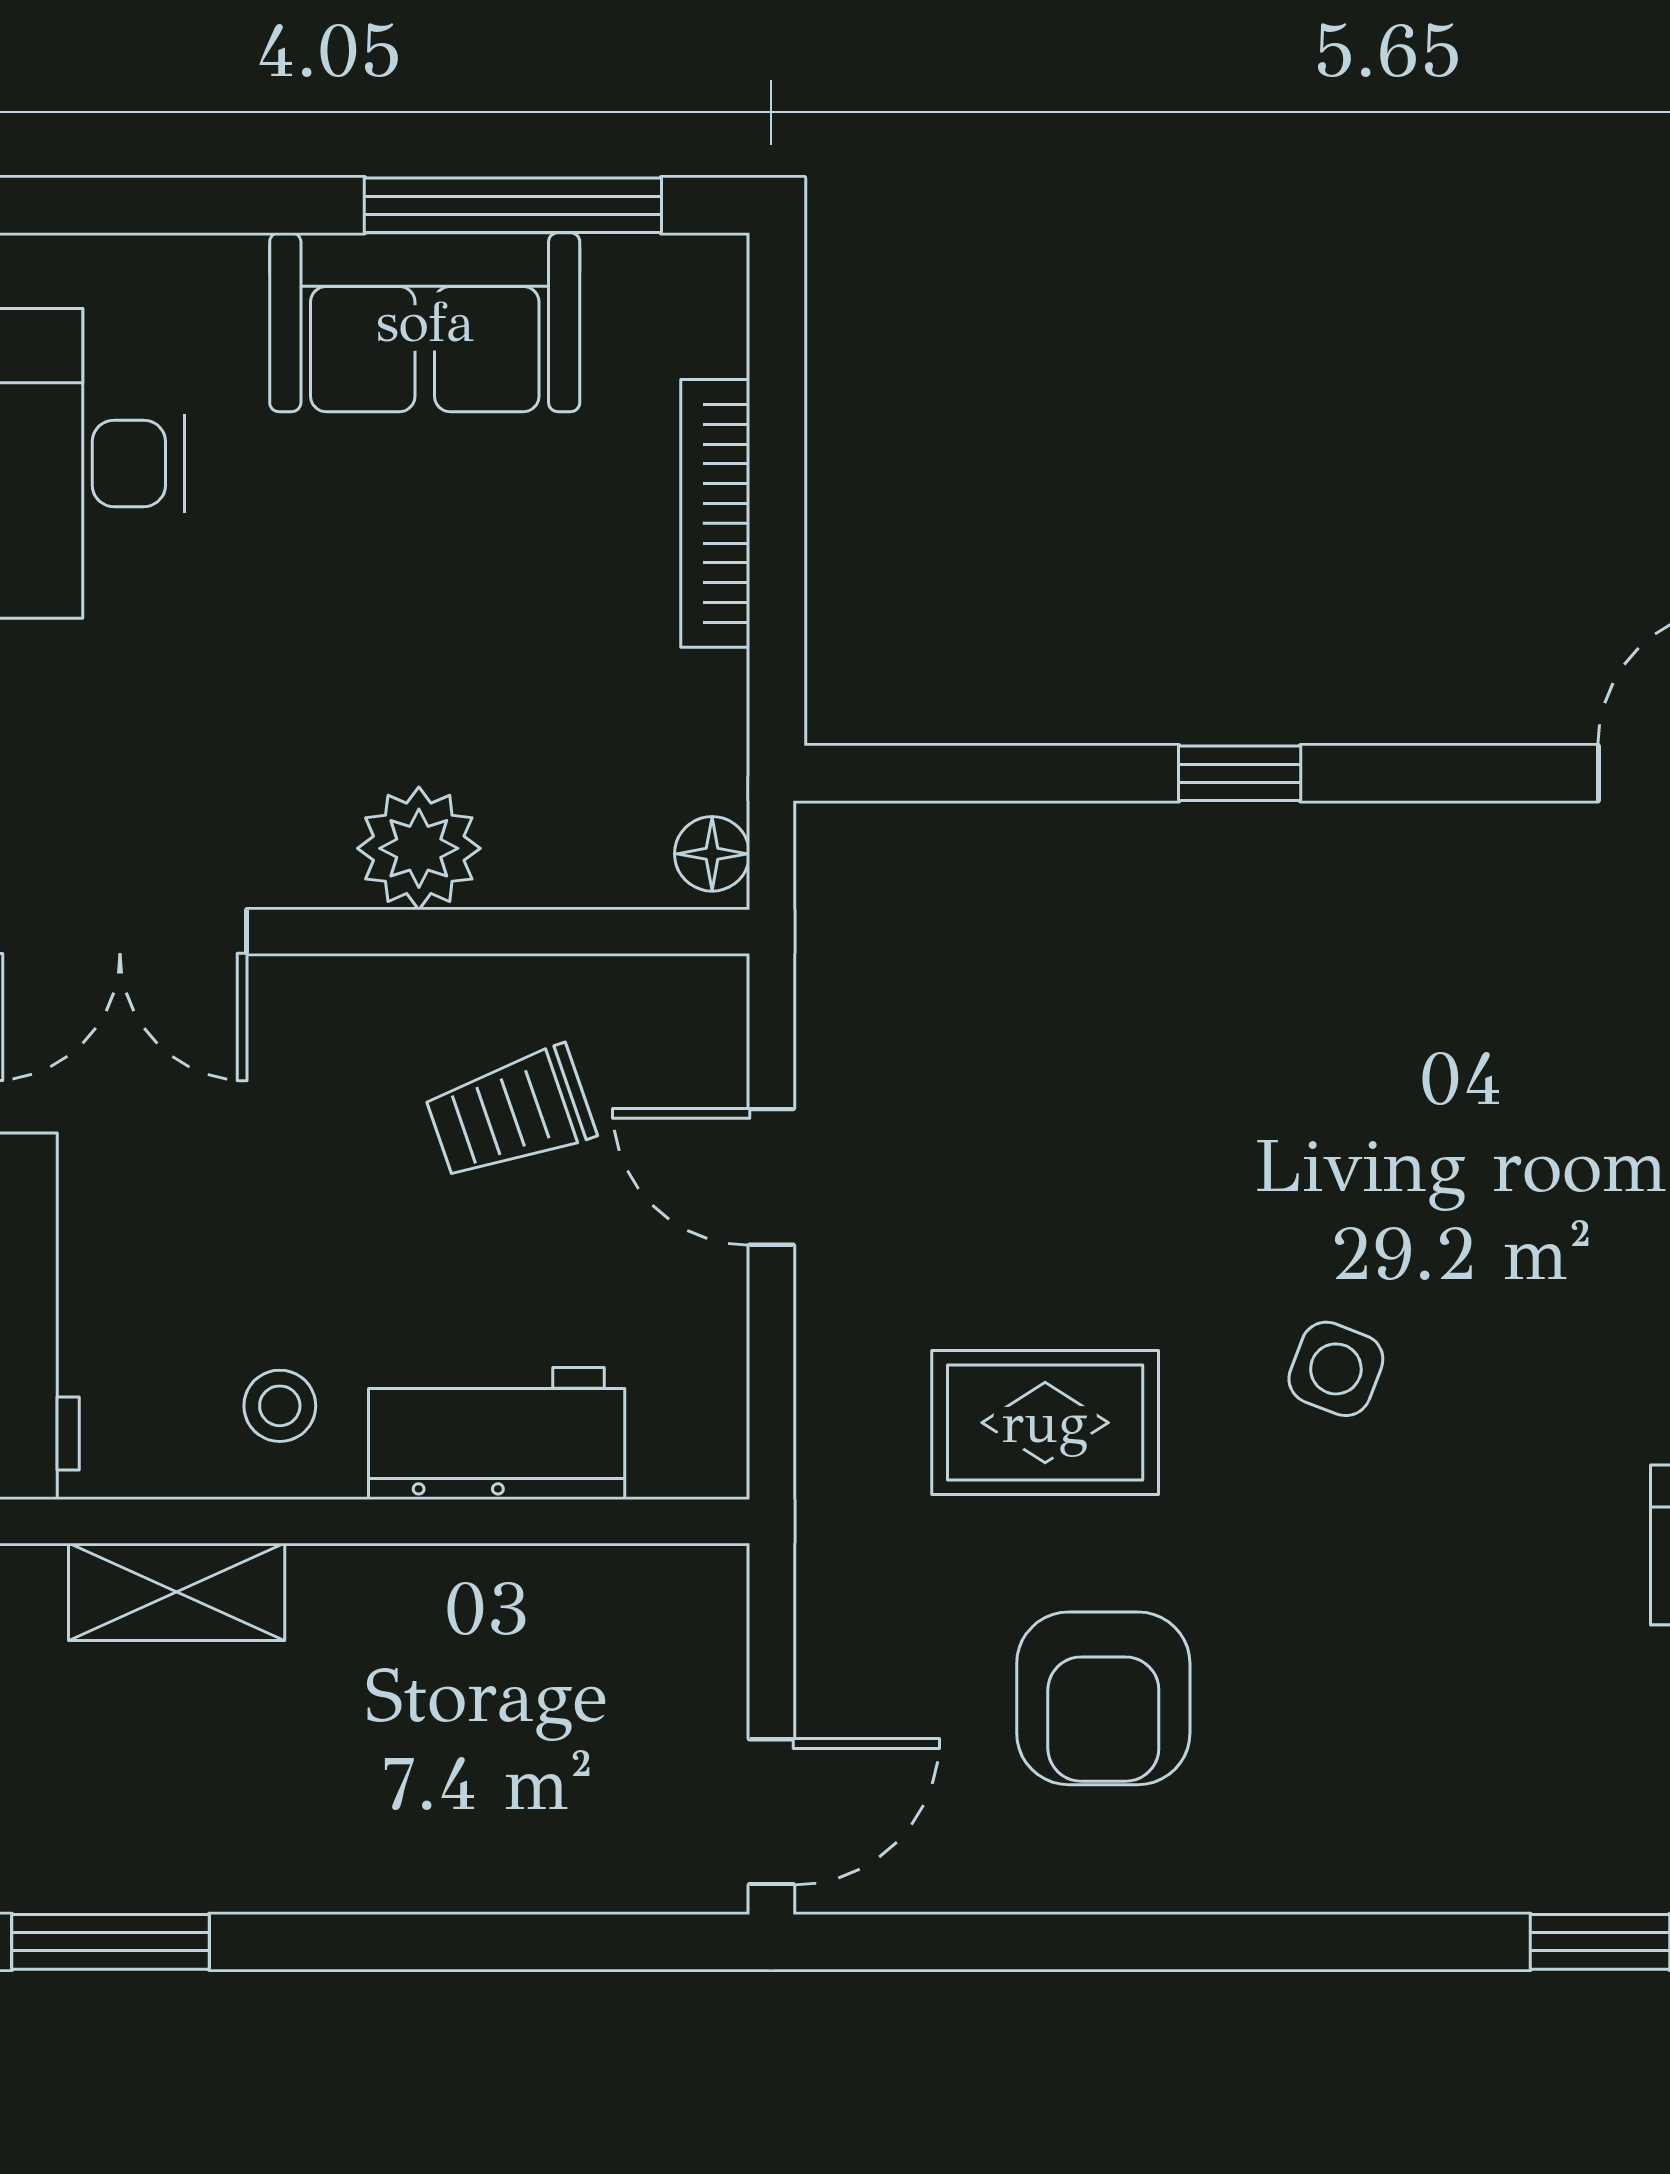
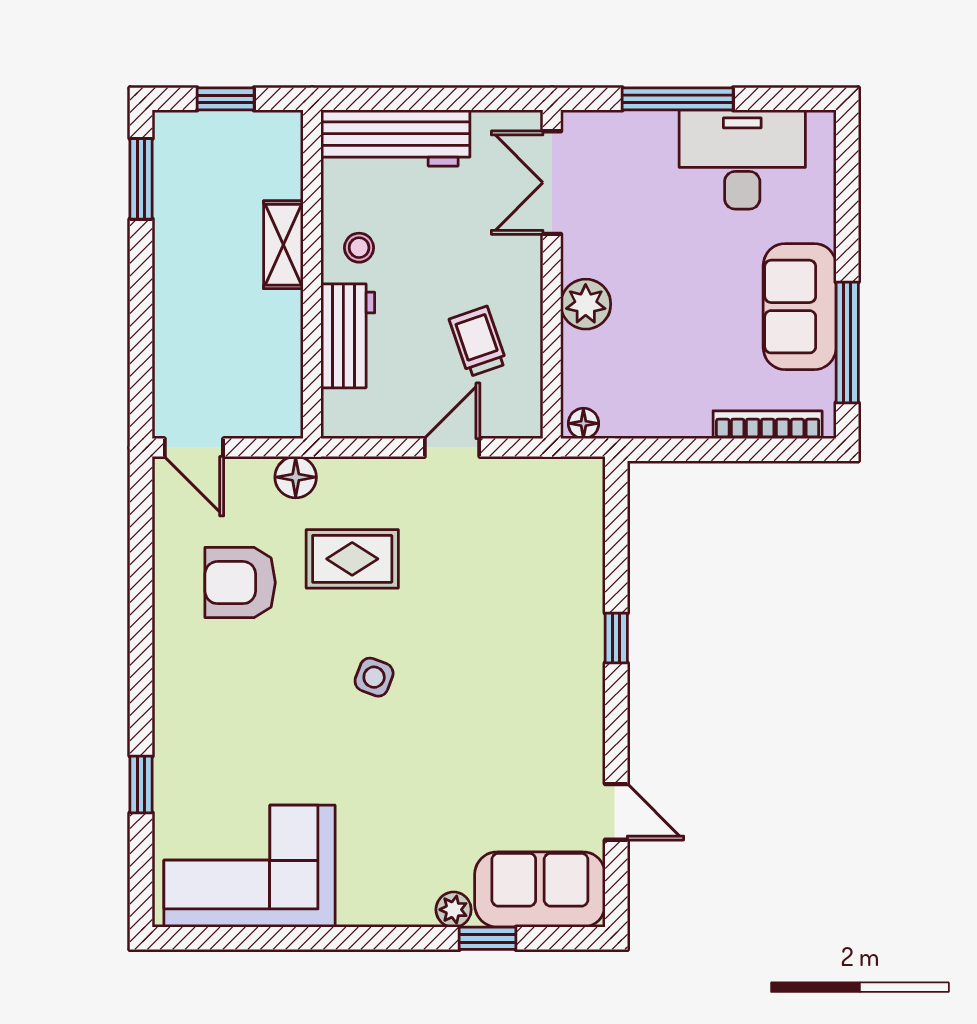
bookcase: (715, 513) -> (768, 425), moved
rug: (1045, 1423) -> (352, 559), turned 90
floor lamp: (844, 1562) -> (296, 477), added
shelving: (177, 1592) -> (283, 245), moved

